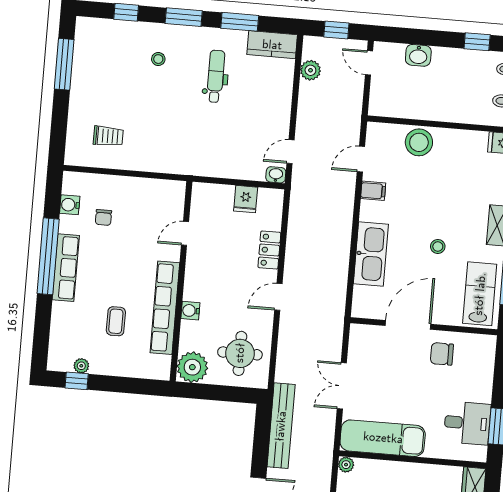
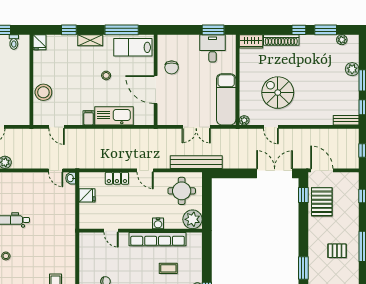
filing cabinet: (373, 191) -> (89, 118), moved
bench: (281, 426) -> (196, 162), moved

